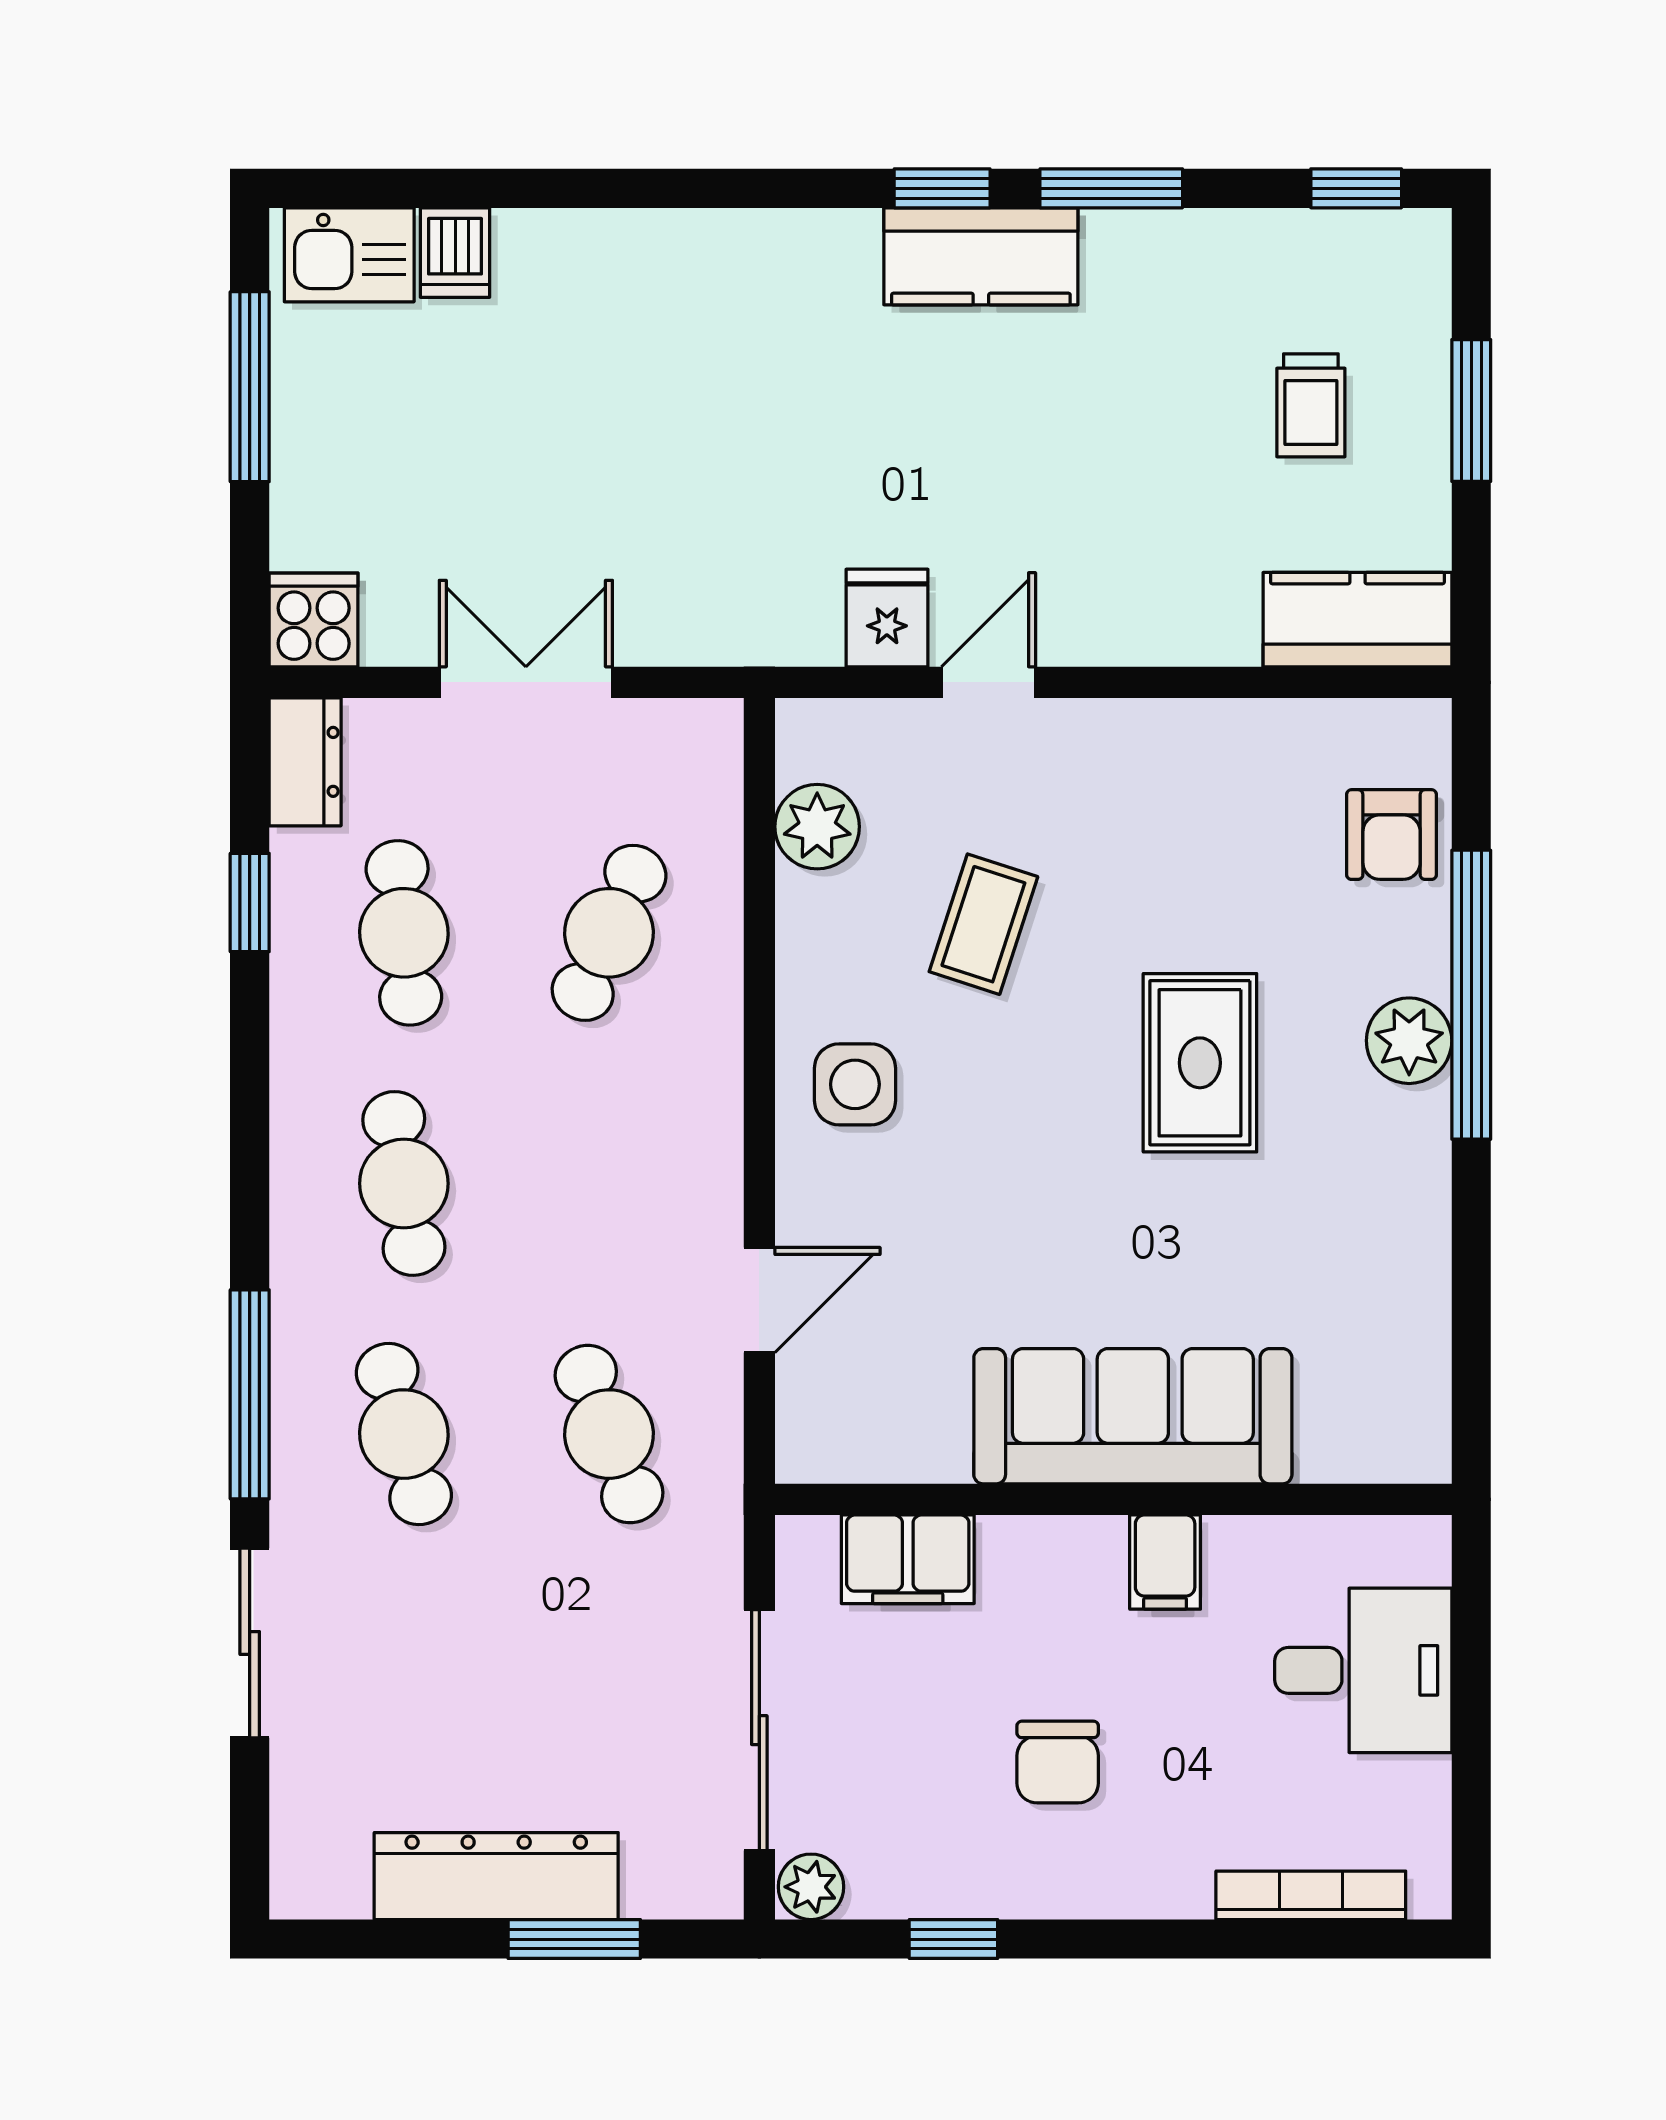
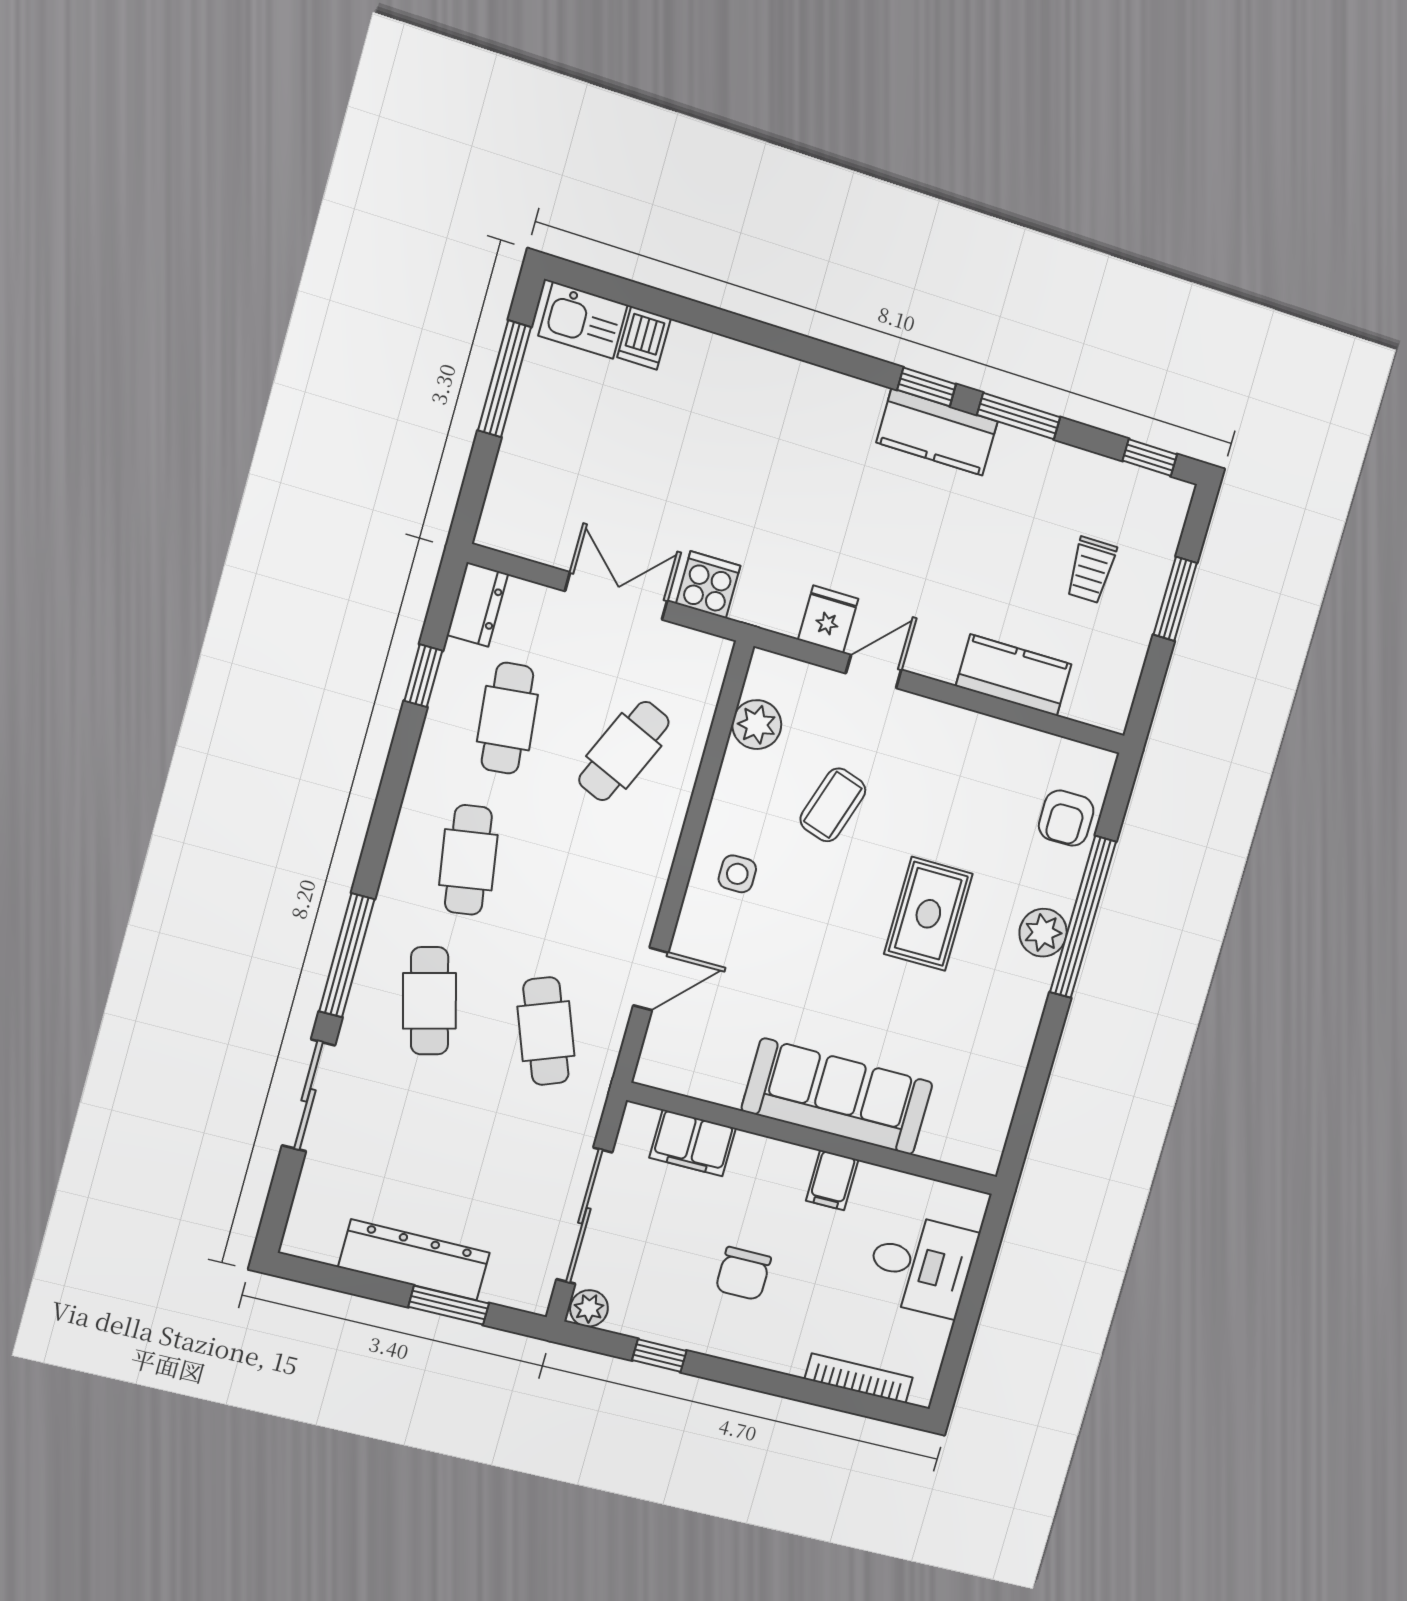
cooker: (314, 620) -> (708, 585), moved
kitchen counter: (1357, 620) -> (1014, 675), moved
side table: (855, 1084) -> (737, 874), width x0.73, depth x0.73

